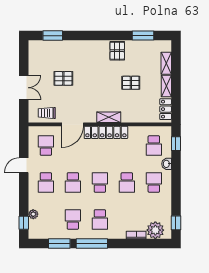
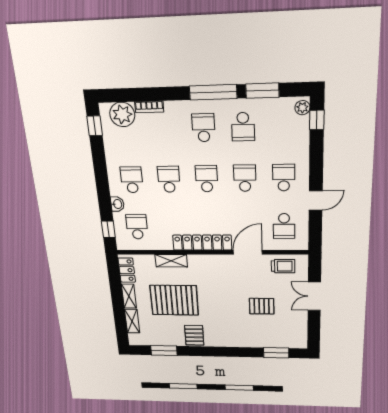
pallet: (131, 83) -> (174, 300), width x2.05, depth x2.00
shelving: (109, 117) -> (171, 261), moved
school desk: (100, 182) -> (207, 179), turned 180
school desk: (154, 182) -> (132, 180), turned 180
plant: (33, 214) -> (302, 108), moved

